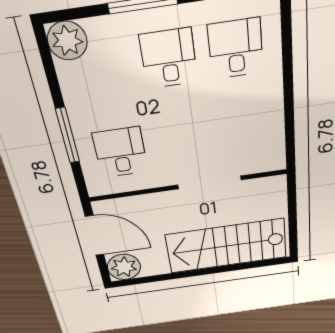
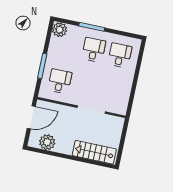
door: (95, 236) -> (31, 117), hinge flipped
stairs: (227, 246) -> (94, 152), width x0.73, depth x0.66
plant: (124, 267) -> (47, 142), moved

